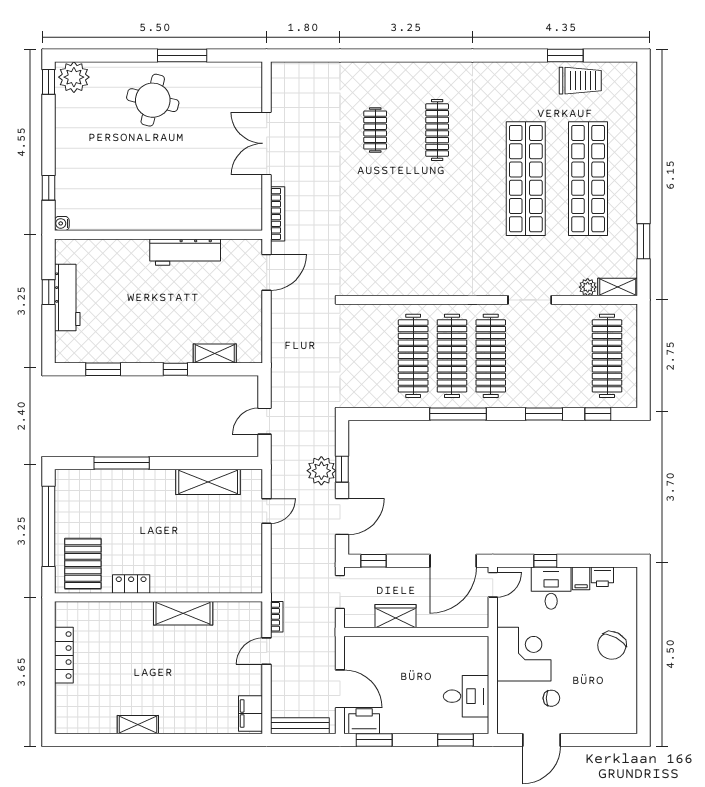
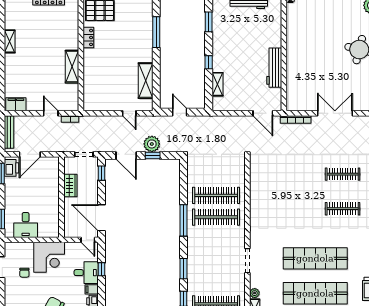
clothes rail: (375, 130) -> (343, 174), width x1.36
clothes rail: (491, 356) -> (216, 239), removed

